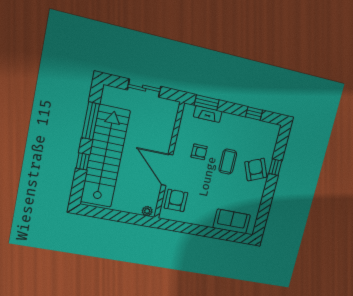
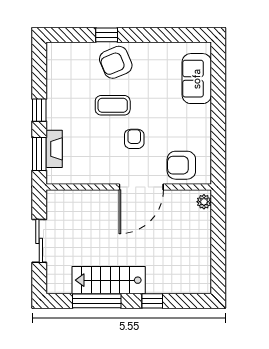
window: (254, 113) -> (39, 110), moved
armchair: (199, 152) -> (134, 139), moved
stairs: (105, 157) -> (109, 280), width x0.54, depth x0.66

